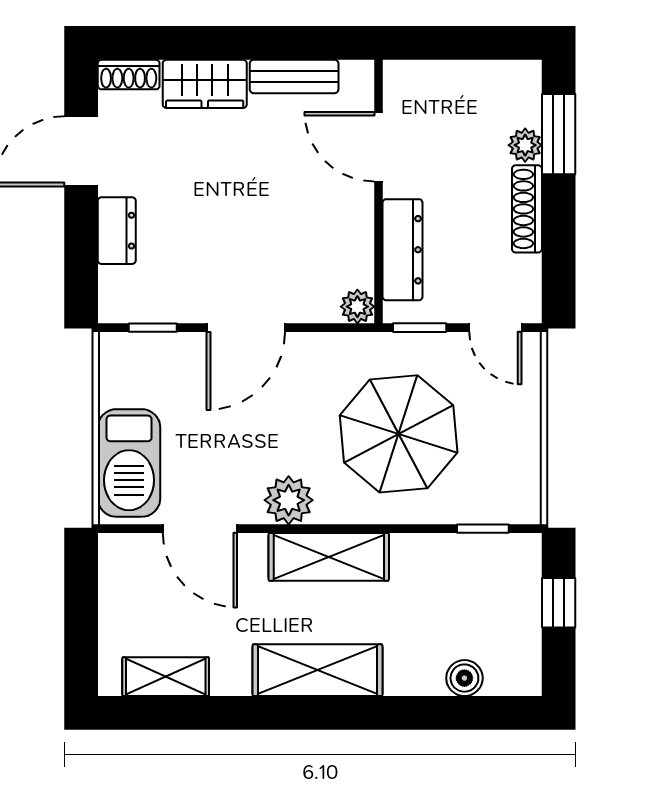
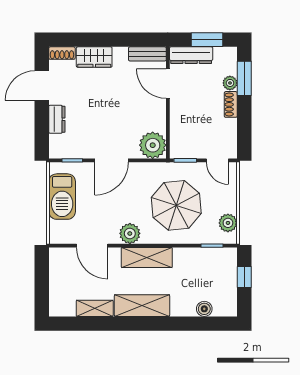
window: (471, 43) -> (207, 40), added
bench: (294, 76) -> (147, 54), moved
shoe rack: (527, 209) -> (231, 104), width x0.70
dresser: (403, 250) -> (191, 55), moved, turned 90
plant: (357, 307) -> (153, 145), width x1.88, depth x1.88
barbecue: (129, 463) -> (62, 197), moved
plant: (520, 475) -> (228, 223), added
shelving: (166, 677) -> (95, 308), moved

